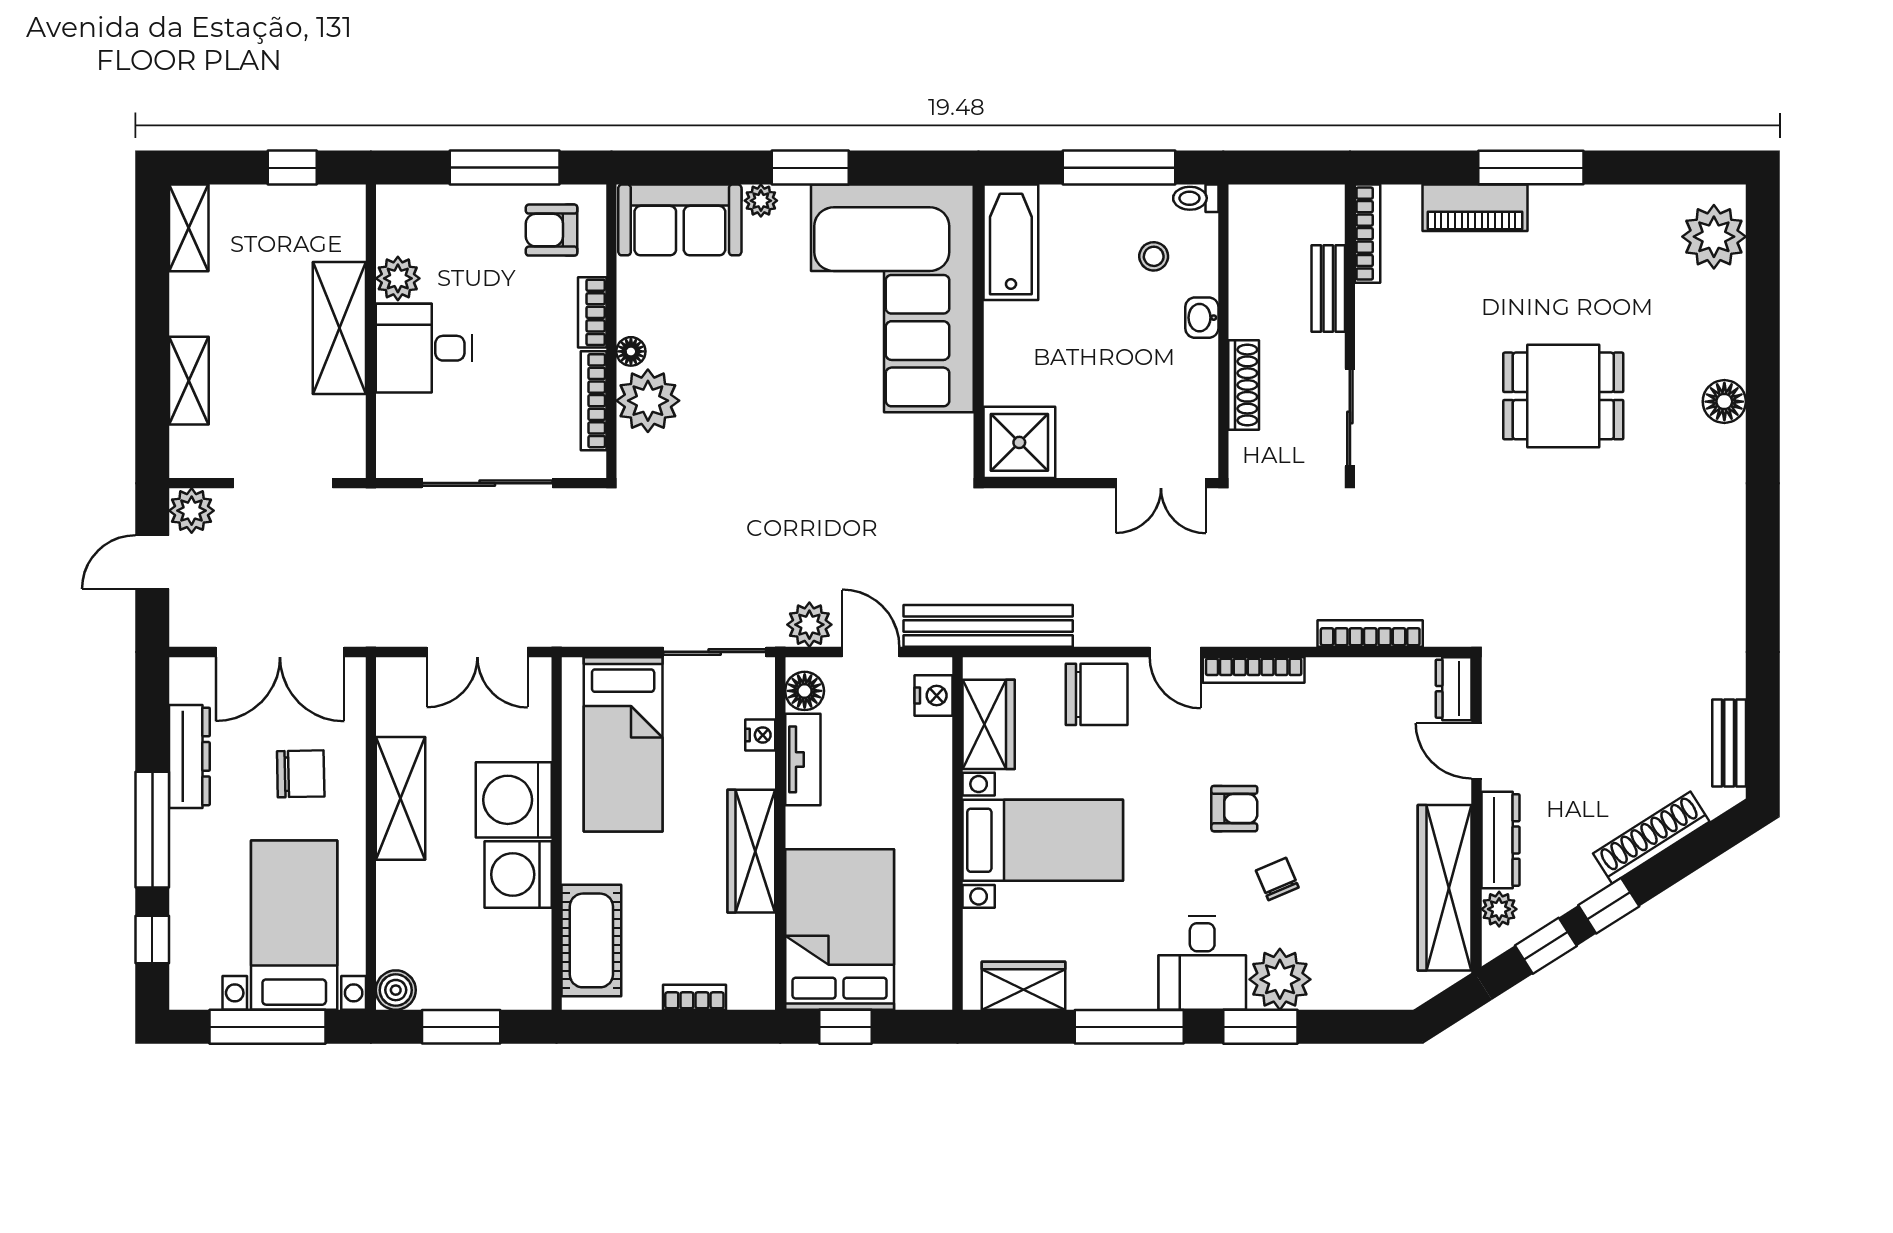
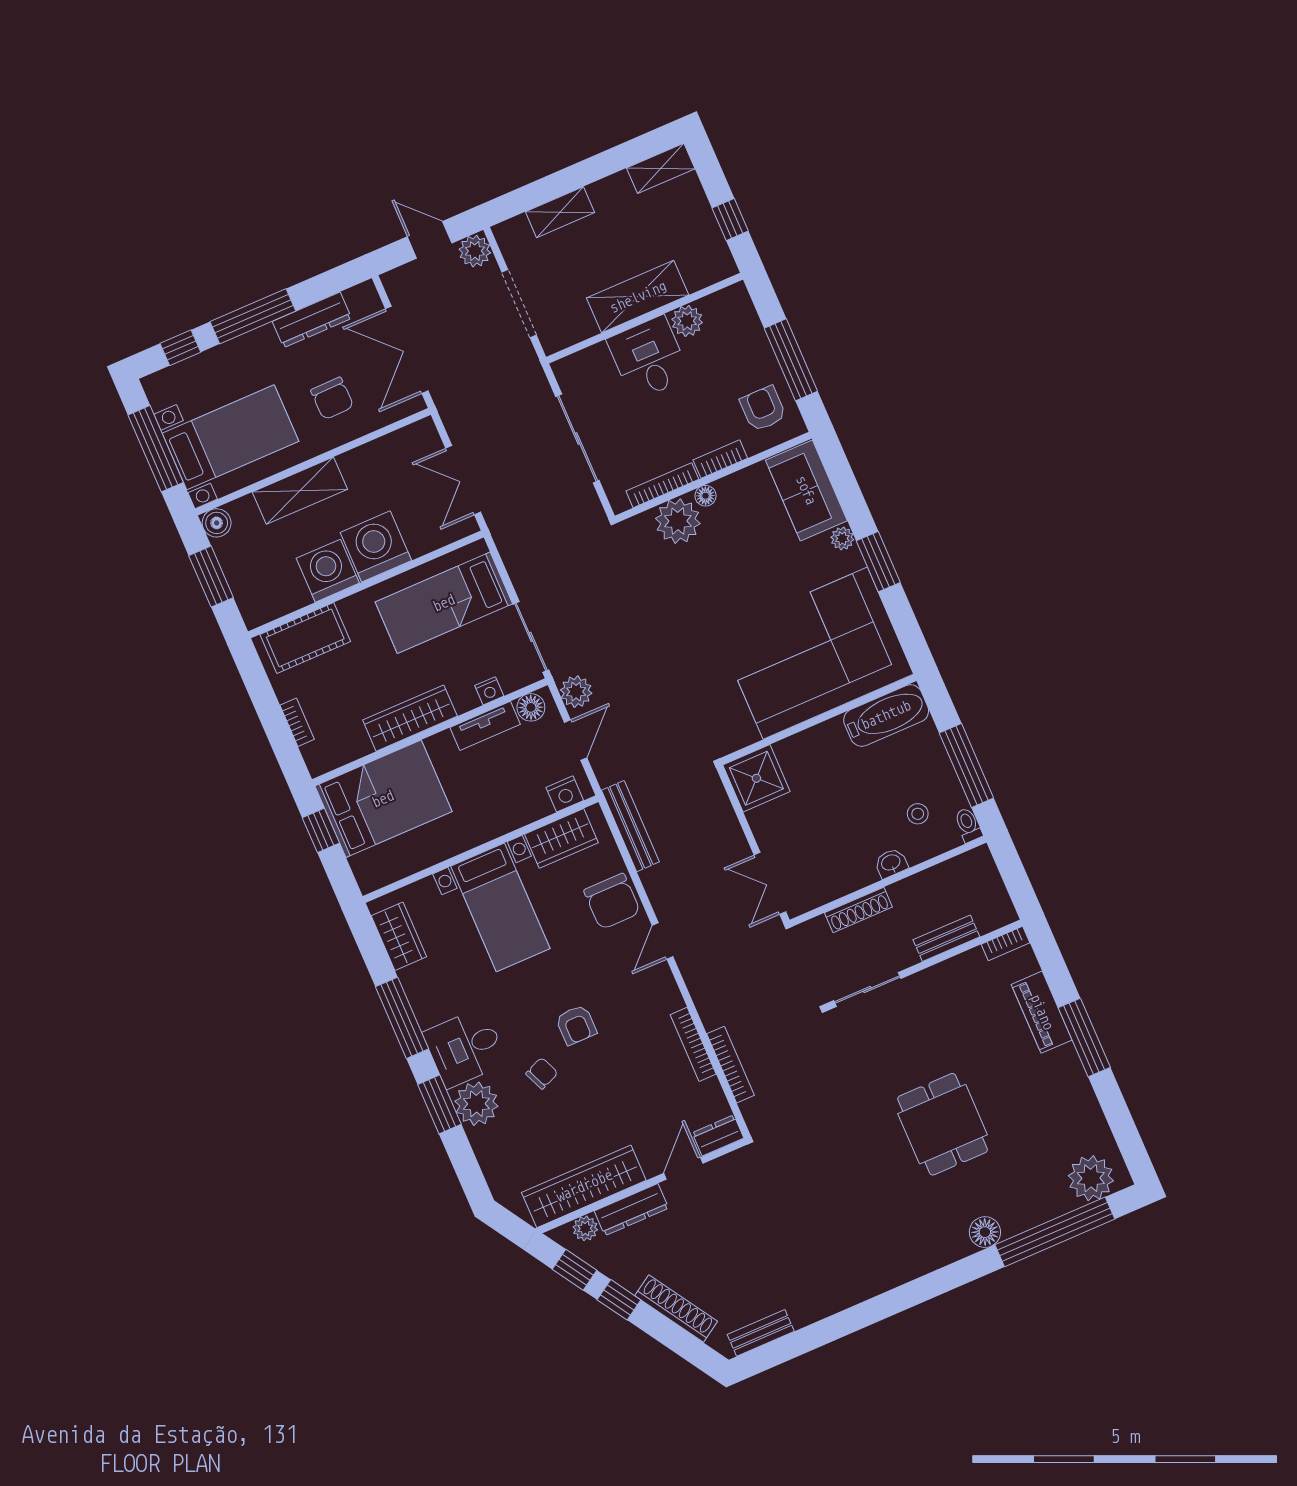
bookcase: (1368, 234) -> (1006, 943), width x0.64
window: (1763, 312) -> (1055, 1232), added
bench: (988, 626) -> (630, 826), width x0.73, depth x0.82
bookcase: (1254, 670) -> (693, 1044), moved
shelving: (401, 798) -> (300, 491), moved

